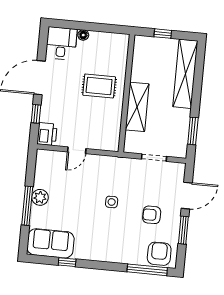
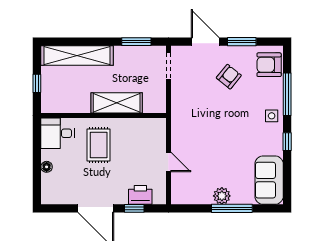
desk: (61, 43) -> (58, 133), moved
printer: (47, 134) -> (140, 195), moved
doorway: (154, 158) -> (168, 66), moved
side table: (112, 202) -> (272, 116), moved
armchair: (152, 215) -> (229, 77), turned -141
window: (67, 262) -> (287, 142), moved
window: (147, 270) -> (287, 94), moved

